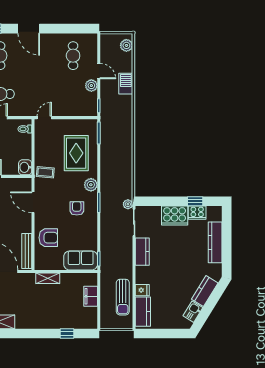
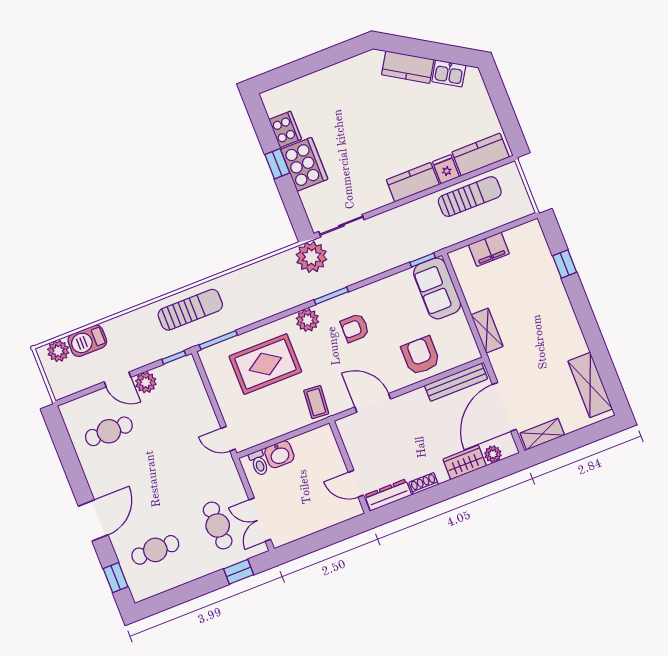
door: (99, 71) -> (118, 380), swing flipped
barbecue: (126, 84) -> (87, 341), moved
sun lounger: (121, 124) -> (190, 310), added
washbasin: (25, 167) -> (279, 454), moved
window: (195, 201) -> (277, 164), moved
door: (33, 202) -> (373, 403), swing flipped
plant: (128, 204) -> (311, 257), width x1.88, depth x1.88
kitchen counter: (215, 242) -> (322, 81), removed
kitchen counter: (142, 252) -> (413, 182), moved

